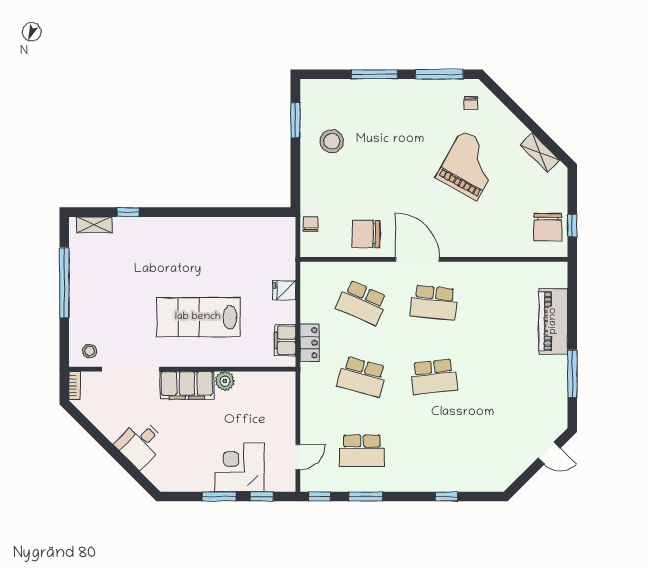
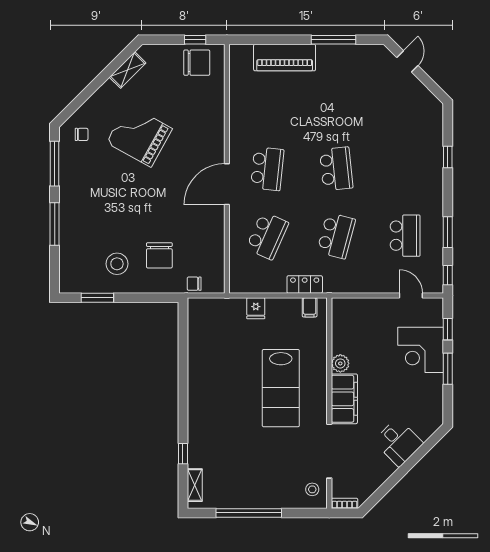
chair: (366, 234) -> (159, 255), moved
filing cabinet: (285, 340) -> (310, 307), width x0.50

